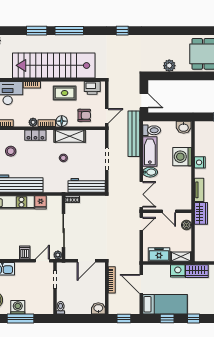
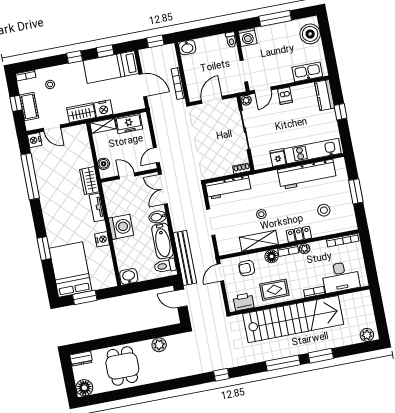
washing machine: (182, 157) -> (121, 227), moved
washing machine: (18, 307) -> (248, 37), moved

